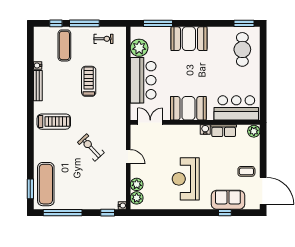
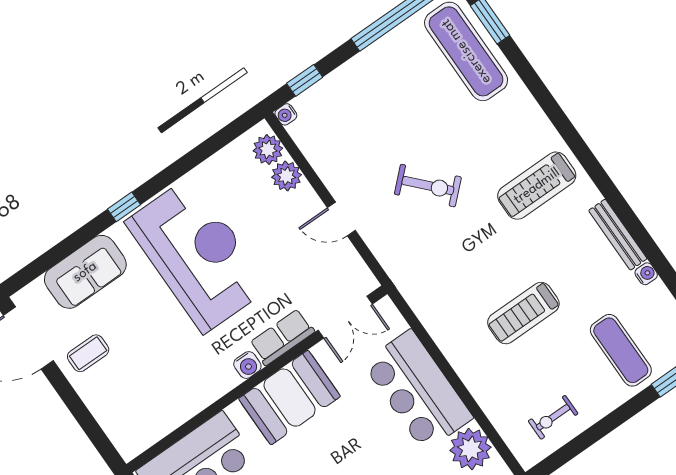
window: (84, 23) -> (612, 421), removed
treadmill: (89, 81) -> (523, 313), turned 90
water cooler: (205, 129) -> (247, 365), moved
row of seats: (224, 131) -> (282, 337), moved
plant: (254, 131) -> (129, 443), removed
reception desk: (186, 179) -> (197, 255), width x1.36, depth x1.30
window: (225, 213) -> (124, 207), moved

